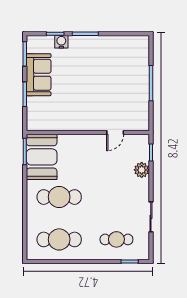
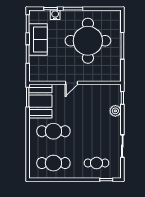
round table: (105, 76) -> (88, 41), added
door: (115, 133) -> (72, 83), moved

